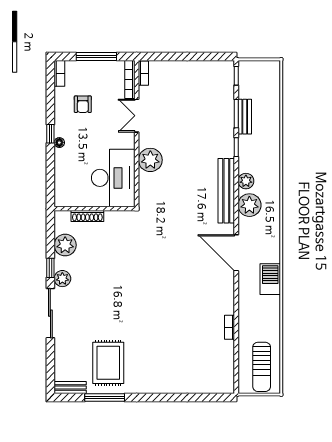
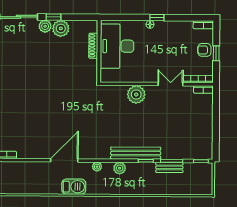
window: (96, 57) -> (216, 53), width x0.46
armchair: (83, 104) -> (204, 50), moved
desk: (113, 178) -> (117, 46), moved, turned 90
bench: (226, 191) -> (136, 153), moved
plant: (249, 205) -> (97, 167), width x0.53, depth x0.53
plant: (65, 245) -> (61, 28), moved
barbecue: (270, 279) -> (74, 187), moved

